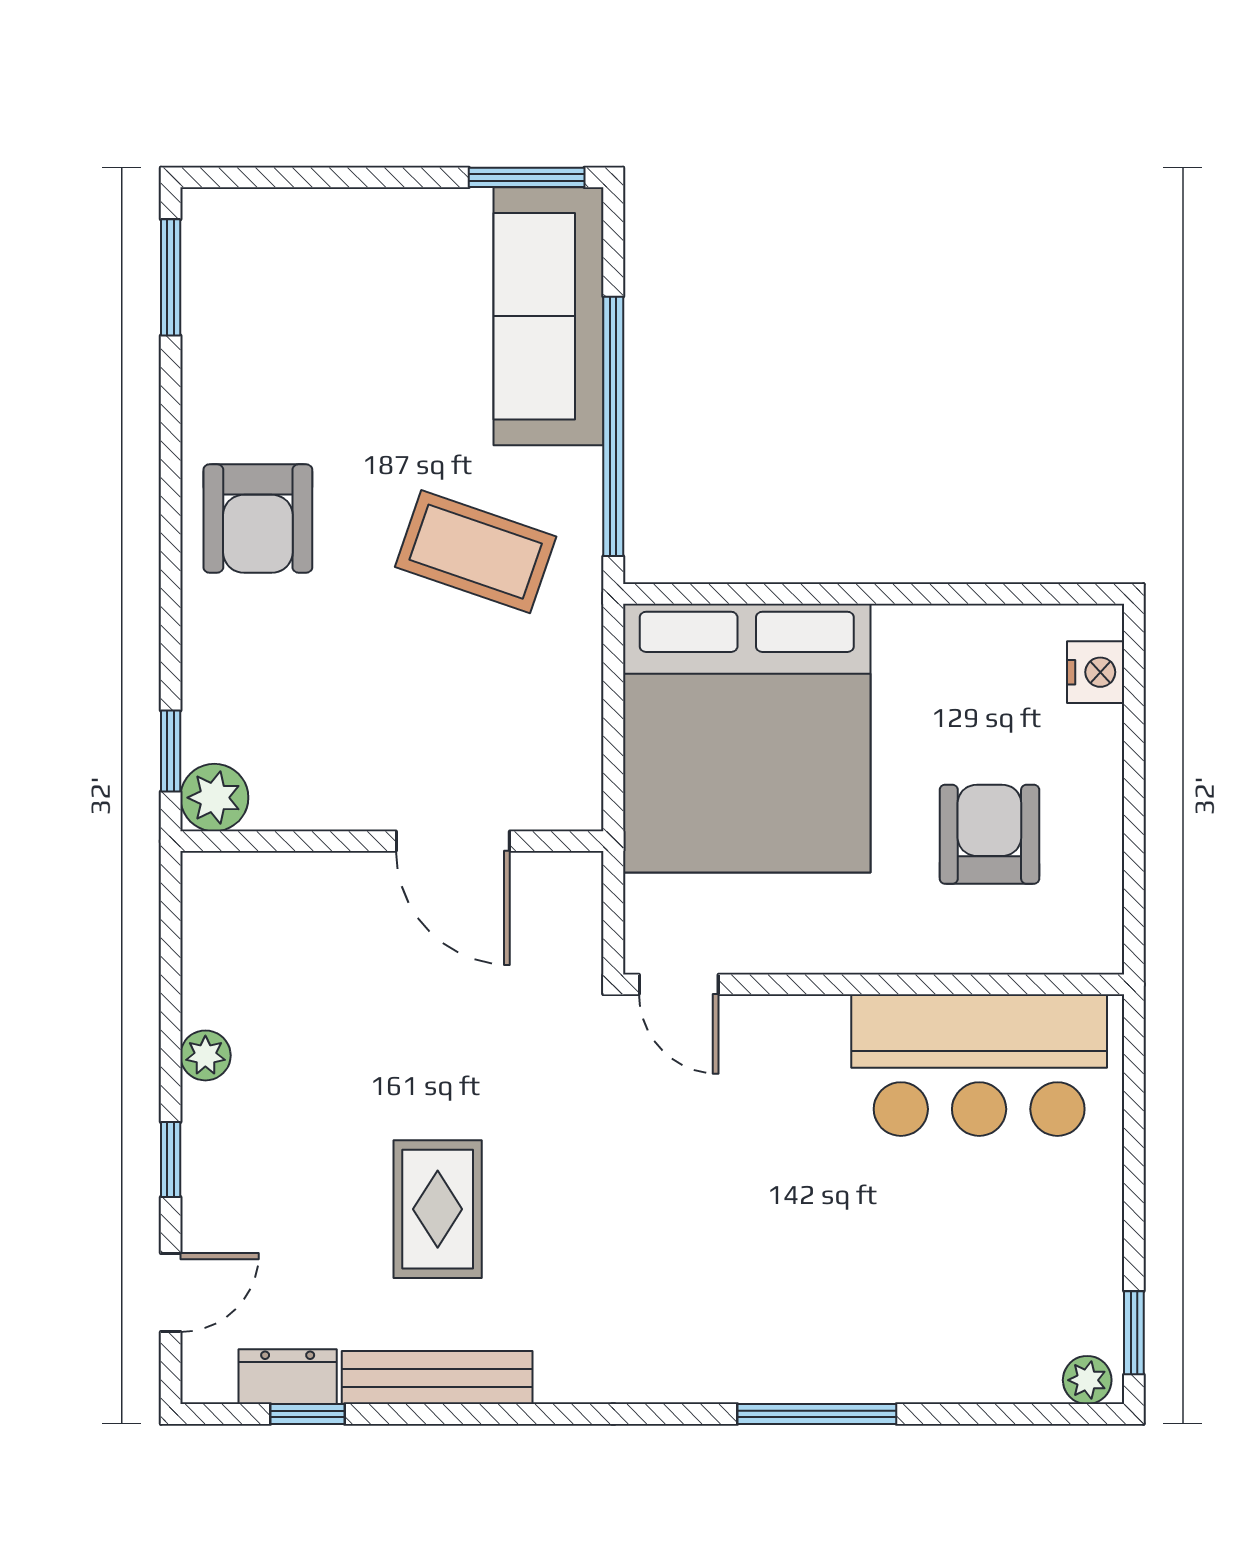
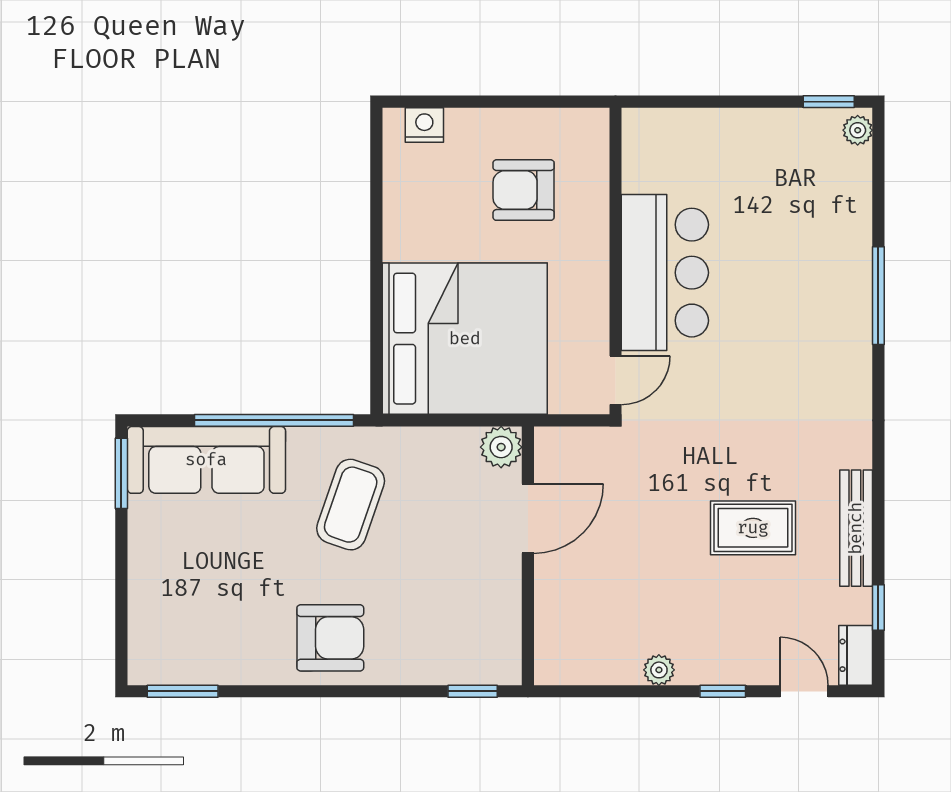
plant: (214, 798) -> (501, 447), moved
bar counter: (979, 1065) -> (665, 273), moved
dresser: (288, 1377) -> (856, 655), moved

